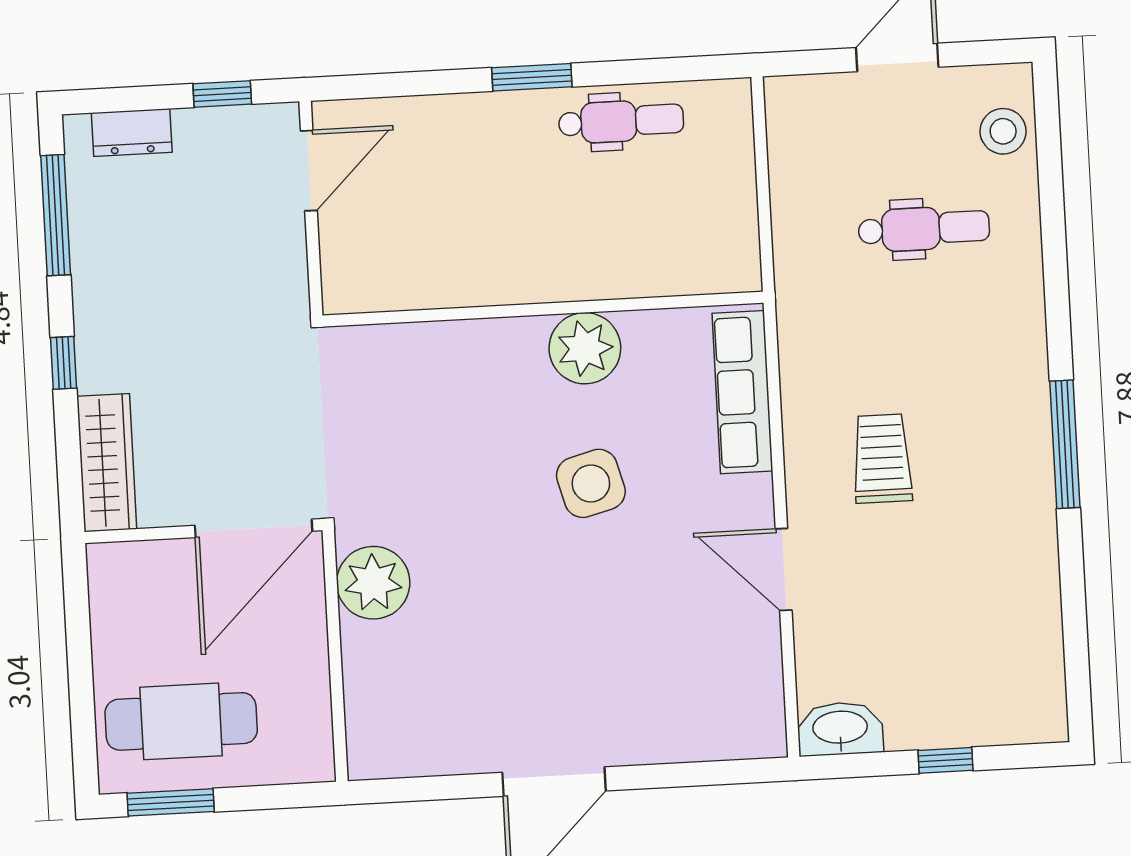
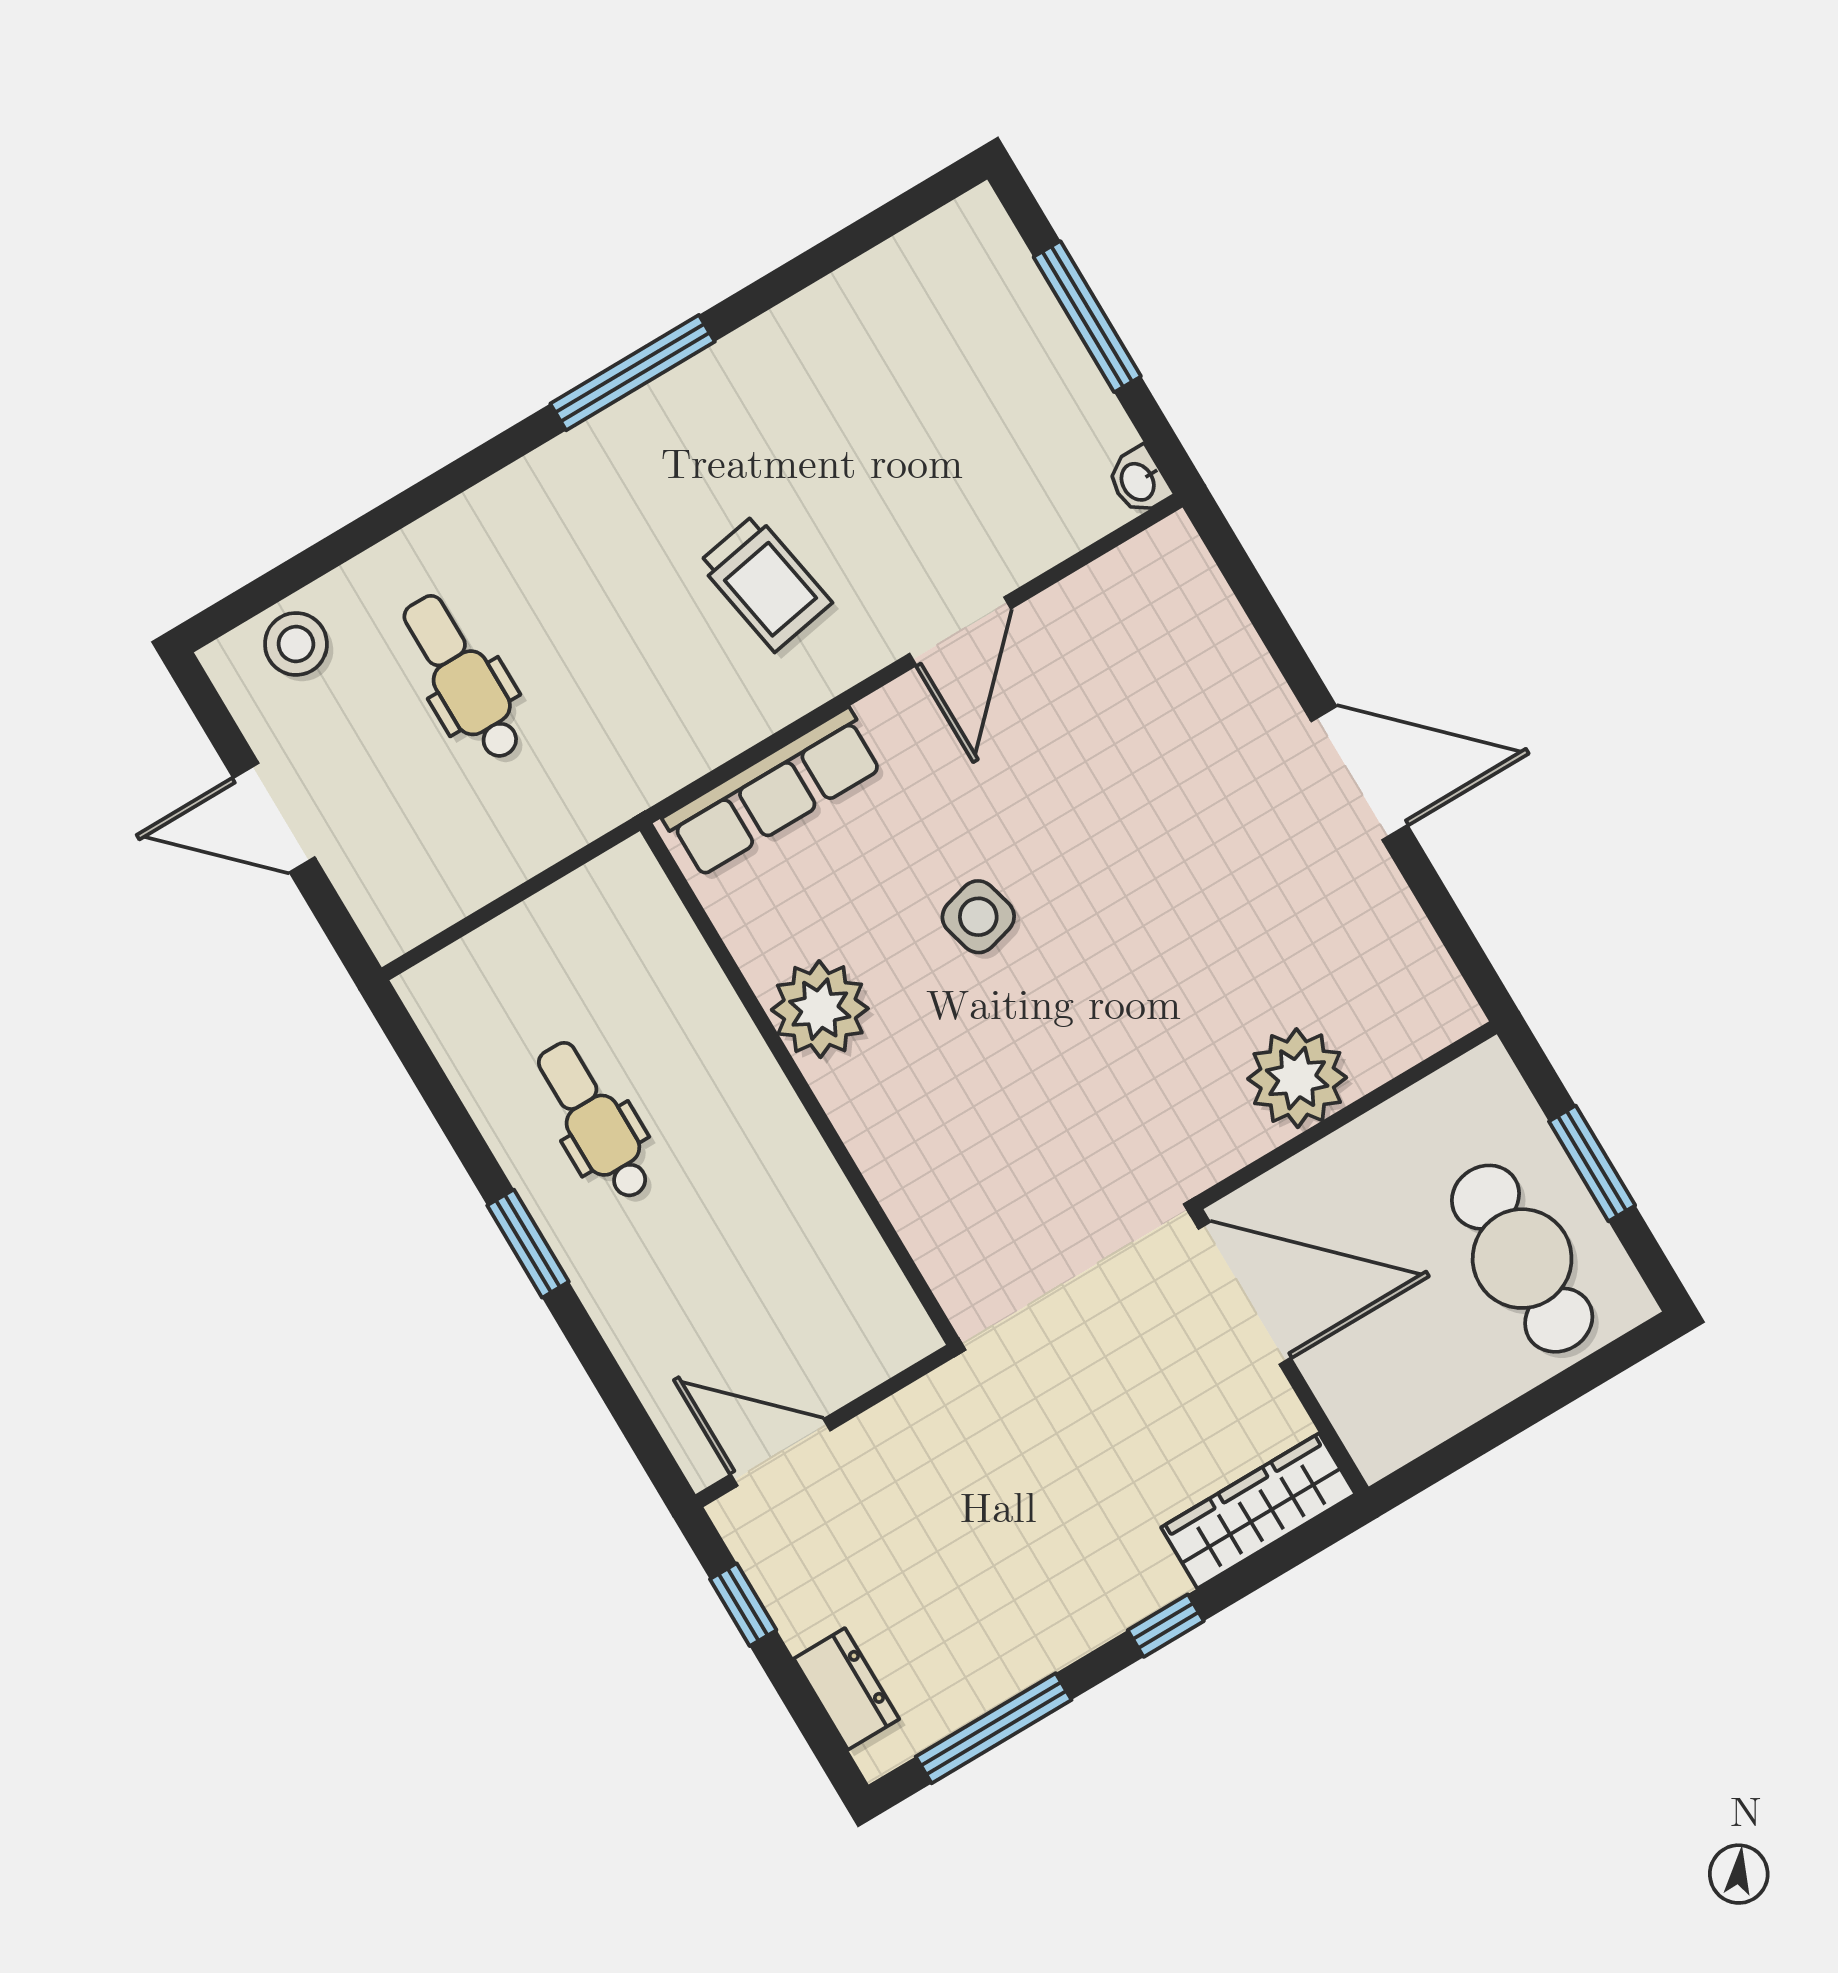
dental chair: (621, 121) -> (594, 1121), moved
trolley: (882, 459) -> (765, 583), turned -100
side table: (591, 483) -> (978, 917), width x0.73, depth x0.73
plant: (373, 583) -> (1297, 1078), moved
washbasin: (840, 729) -> (1139, 481), width x0.52, depth x0.69
window: (946, 760) -> (1087, 317), width x2.17
window: (171, 802) -> (1592, 1163), moved

